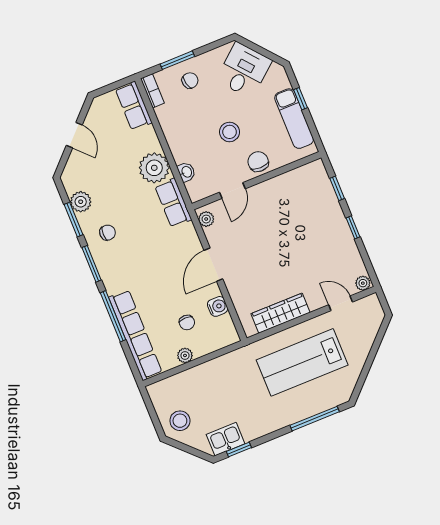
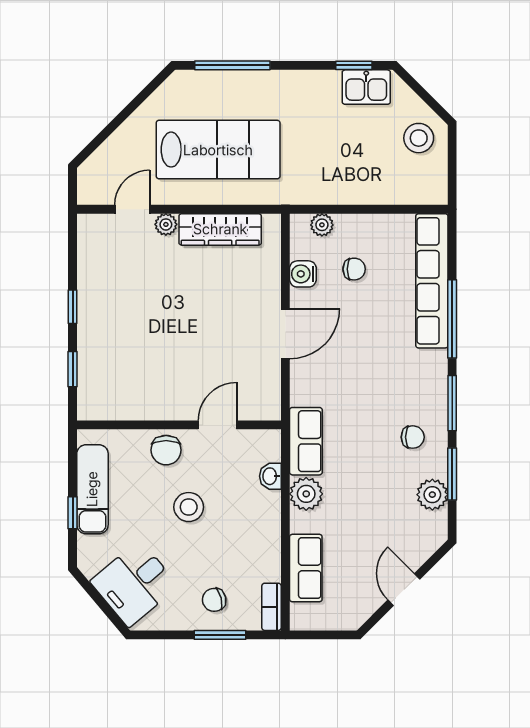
row of seats: (134, 106) -> (306, 568), moved
plant: (154, 168) -> (306, 494), width x0.73, depth x0.73
plant: (206, 219) -> (270, 400), removed
chair: (108, 233) -> (413, 437), turned 180
plant: (363, 283) -> (166, 224), moved
door: (341, 303) -> (132, 209), swing flipped
chair: (187, 322) -> (354, 269), turned 90
plant: (185, 355) -> (322, 225), moved

